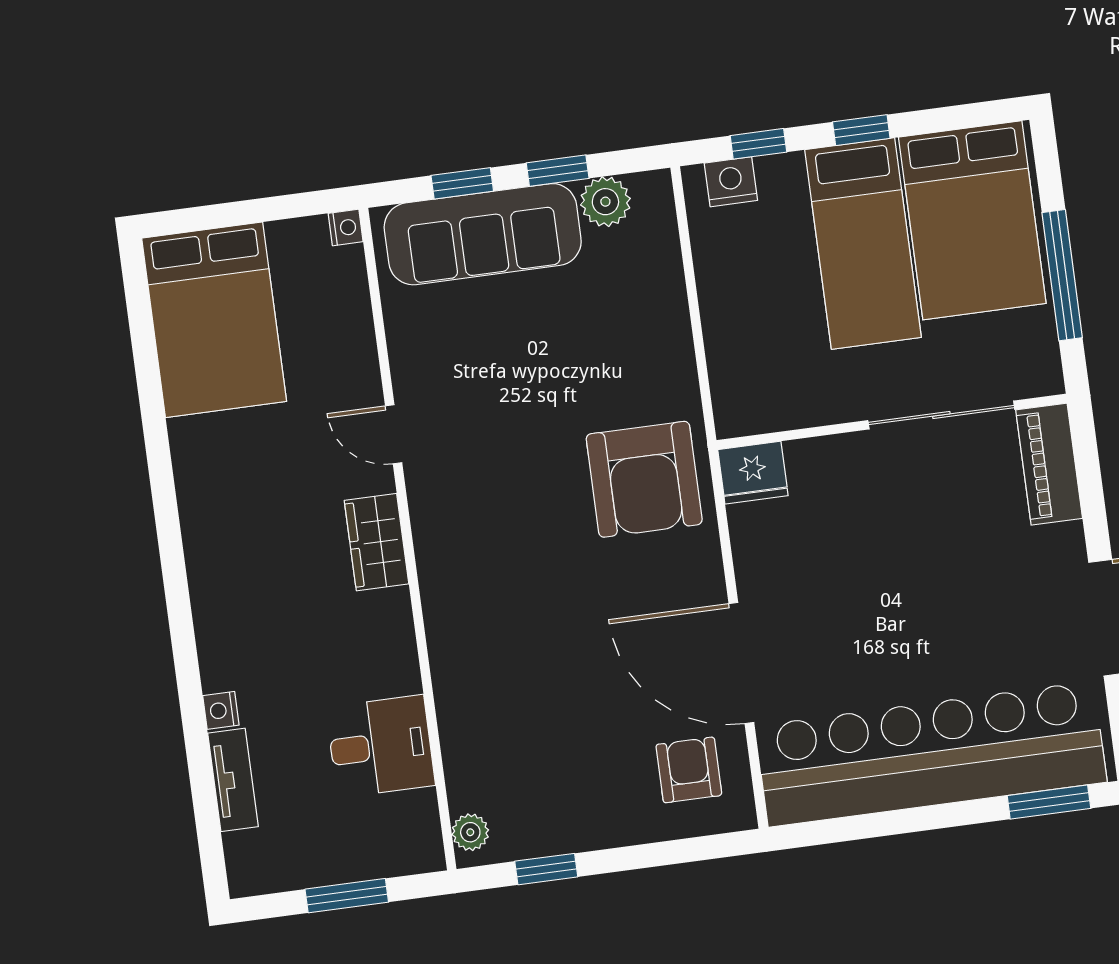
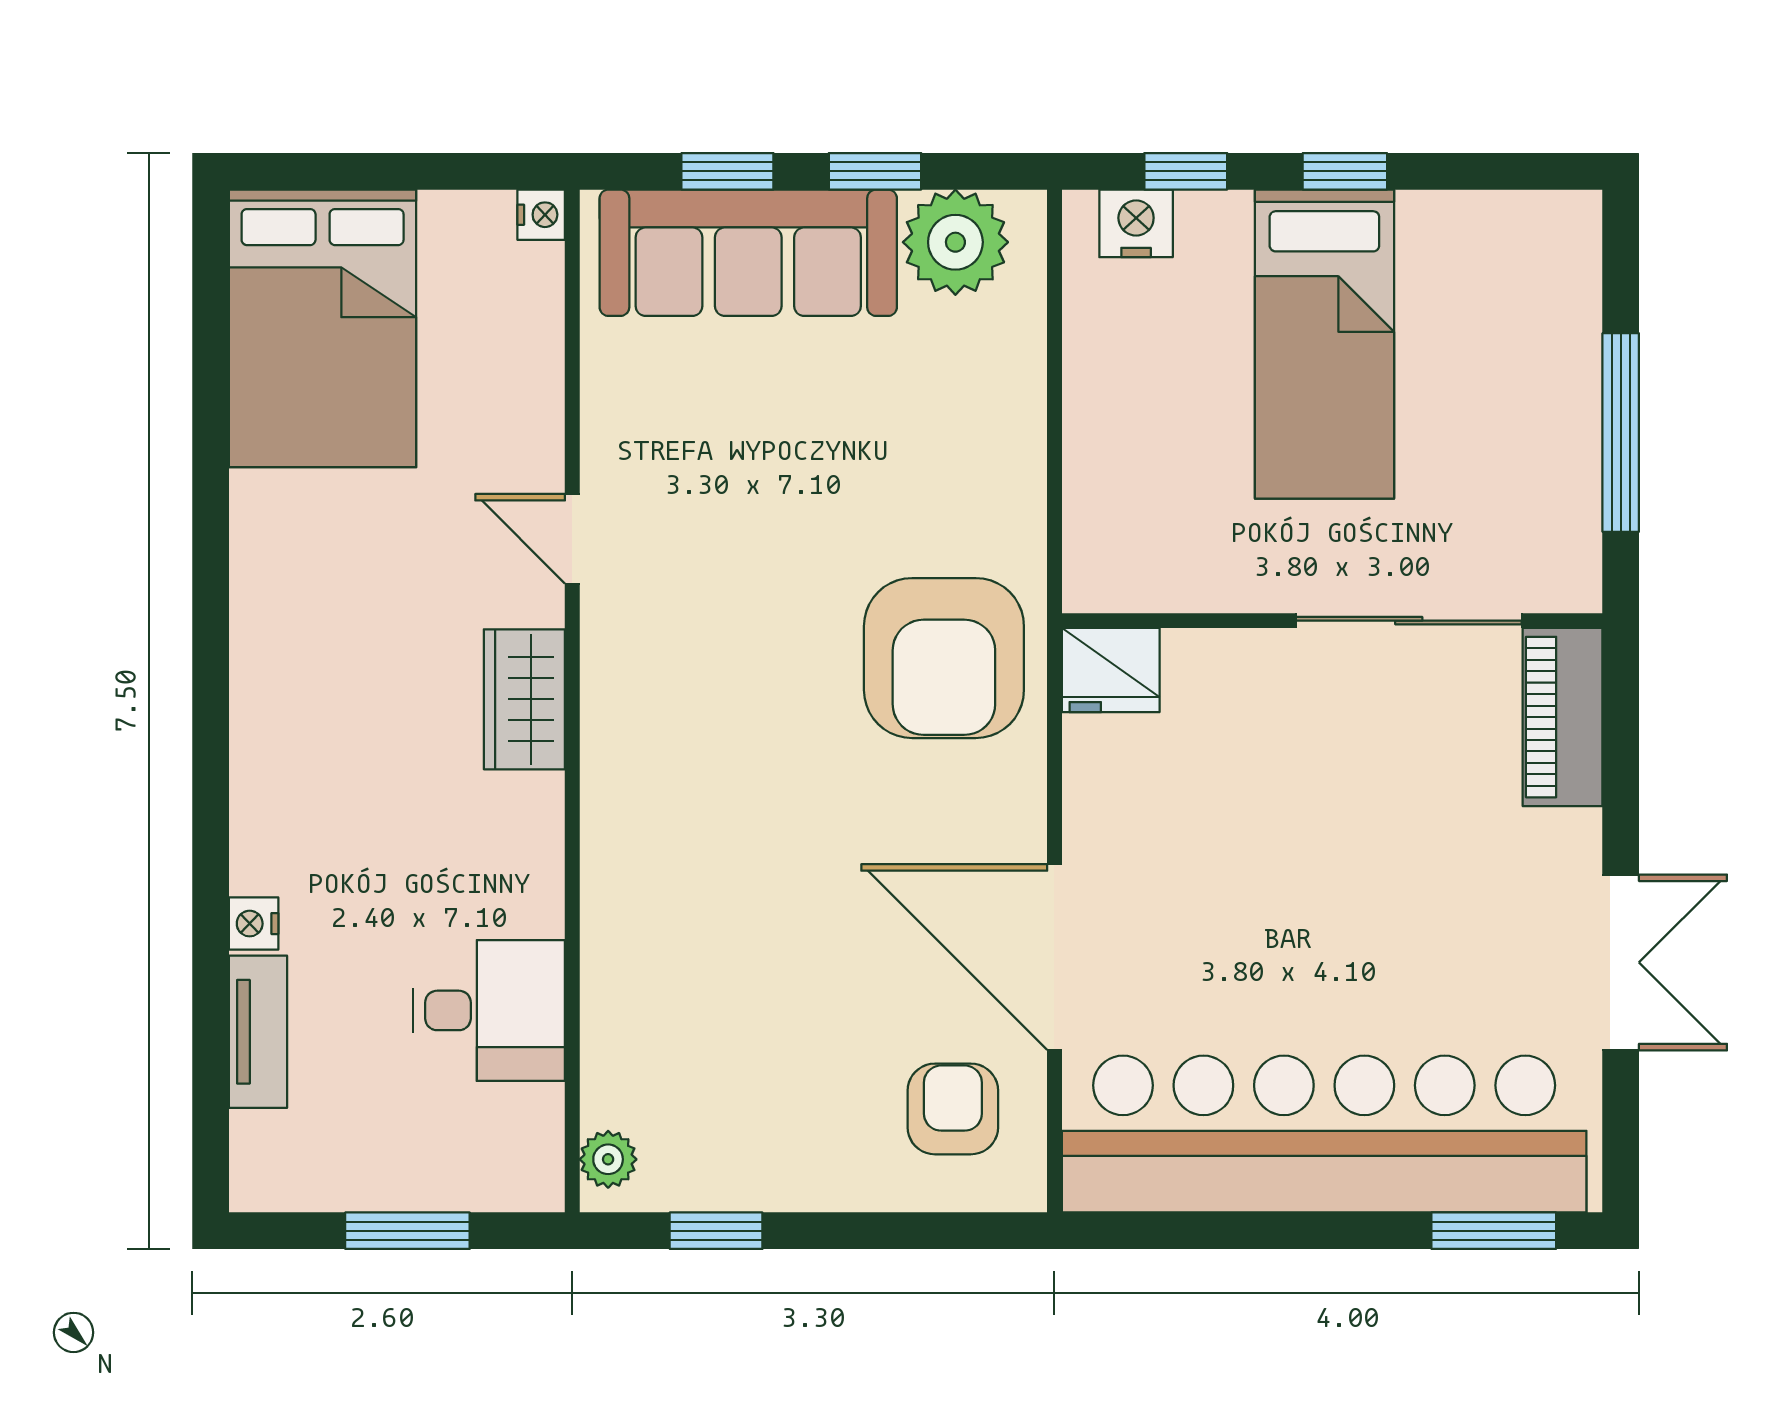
plant: (605, 202) -> (955, 242), width x1.36, depth x1.36
bed: (972, 220) -> (1495, 331), removed

